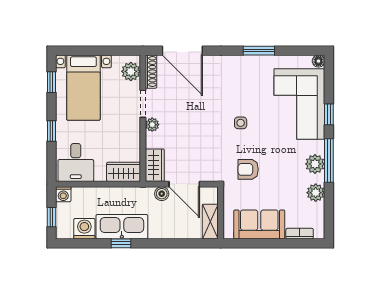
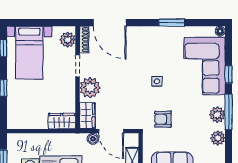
plant: (152, 125) -> (90, 88), width x1.87, depth x1.87
desk: (76, 162) -> (23, 114), removed
washing machine: (63, 194) -> (13, 139), removed

